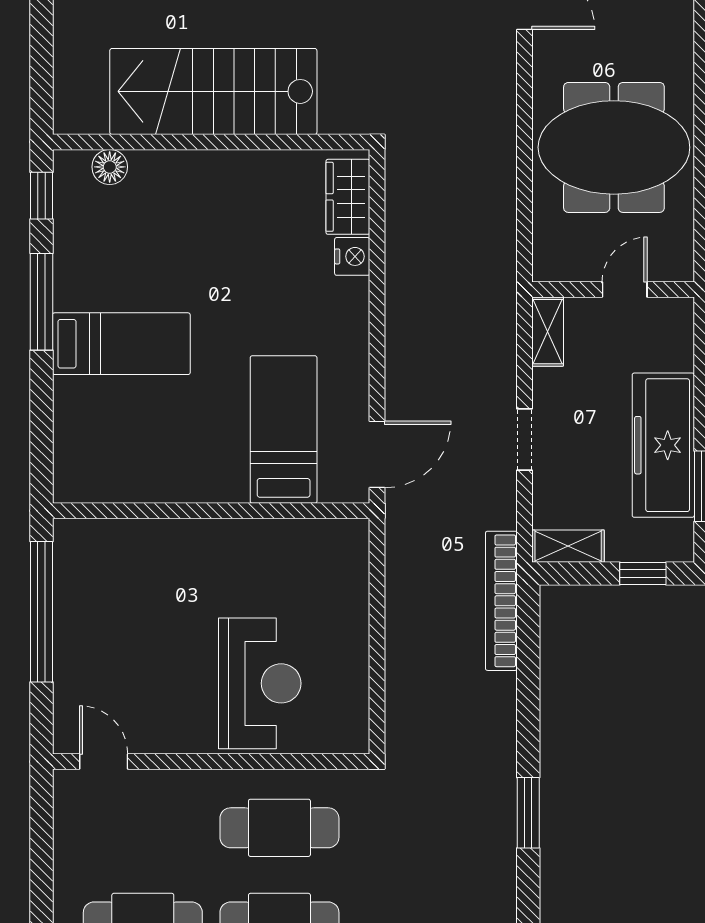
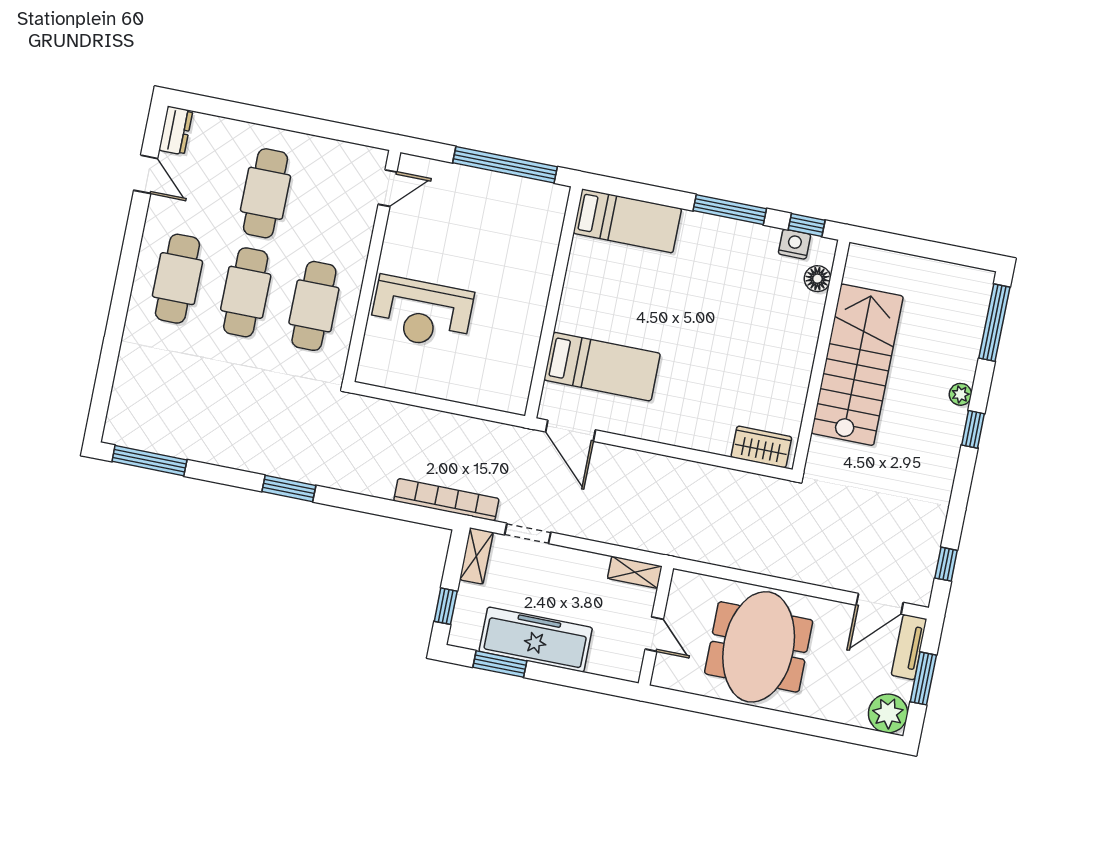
nightstand: (352, 256) -> (795, 244), moved, turned 180
bed: (121, 344) -> (627, 221), moved, turned -90
doorway: (525, 440) -> (528, 533), moved

